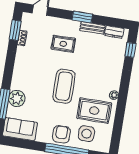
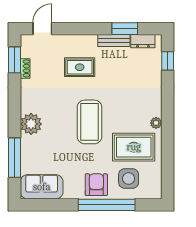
window: (82, 17) -> (125, 29), moved
plant: (17, 98) -> (31, 124), moved

